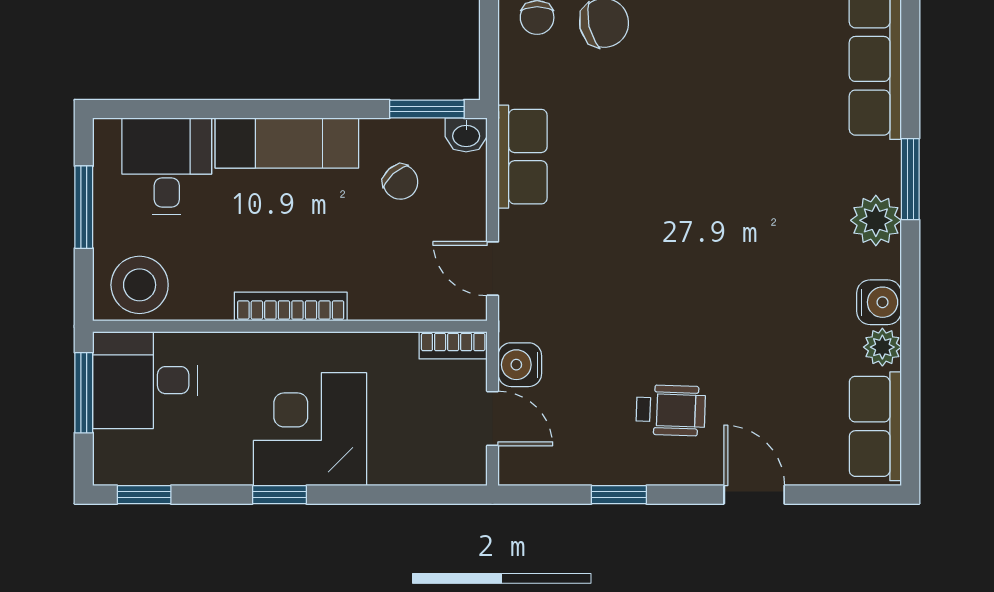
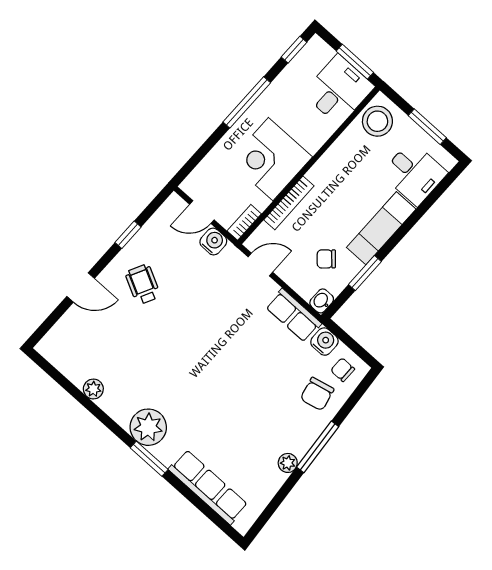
window: (427, 109) -> (365, 273), moved
plant: (876, 220) -> (148, 427), width x1.36, depth x1.36
water cooler: (879, 302) -> (324, 342), moved, turned 180
bookcase: (291, 307) -> (289, 203), moved
wheelchair: (671, 410) -> (143, 284), turned 115
row of seats: (875, 426) -> (65, 359), removed
corner desk: (310, 429) -> (271, 159), moved, turned 180
window: (279, 495) -> (247, 102), width x2.17

